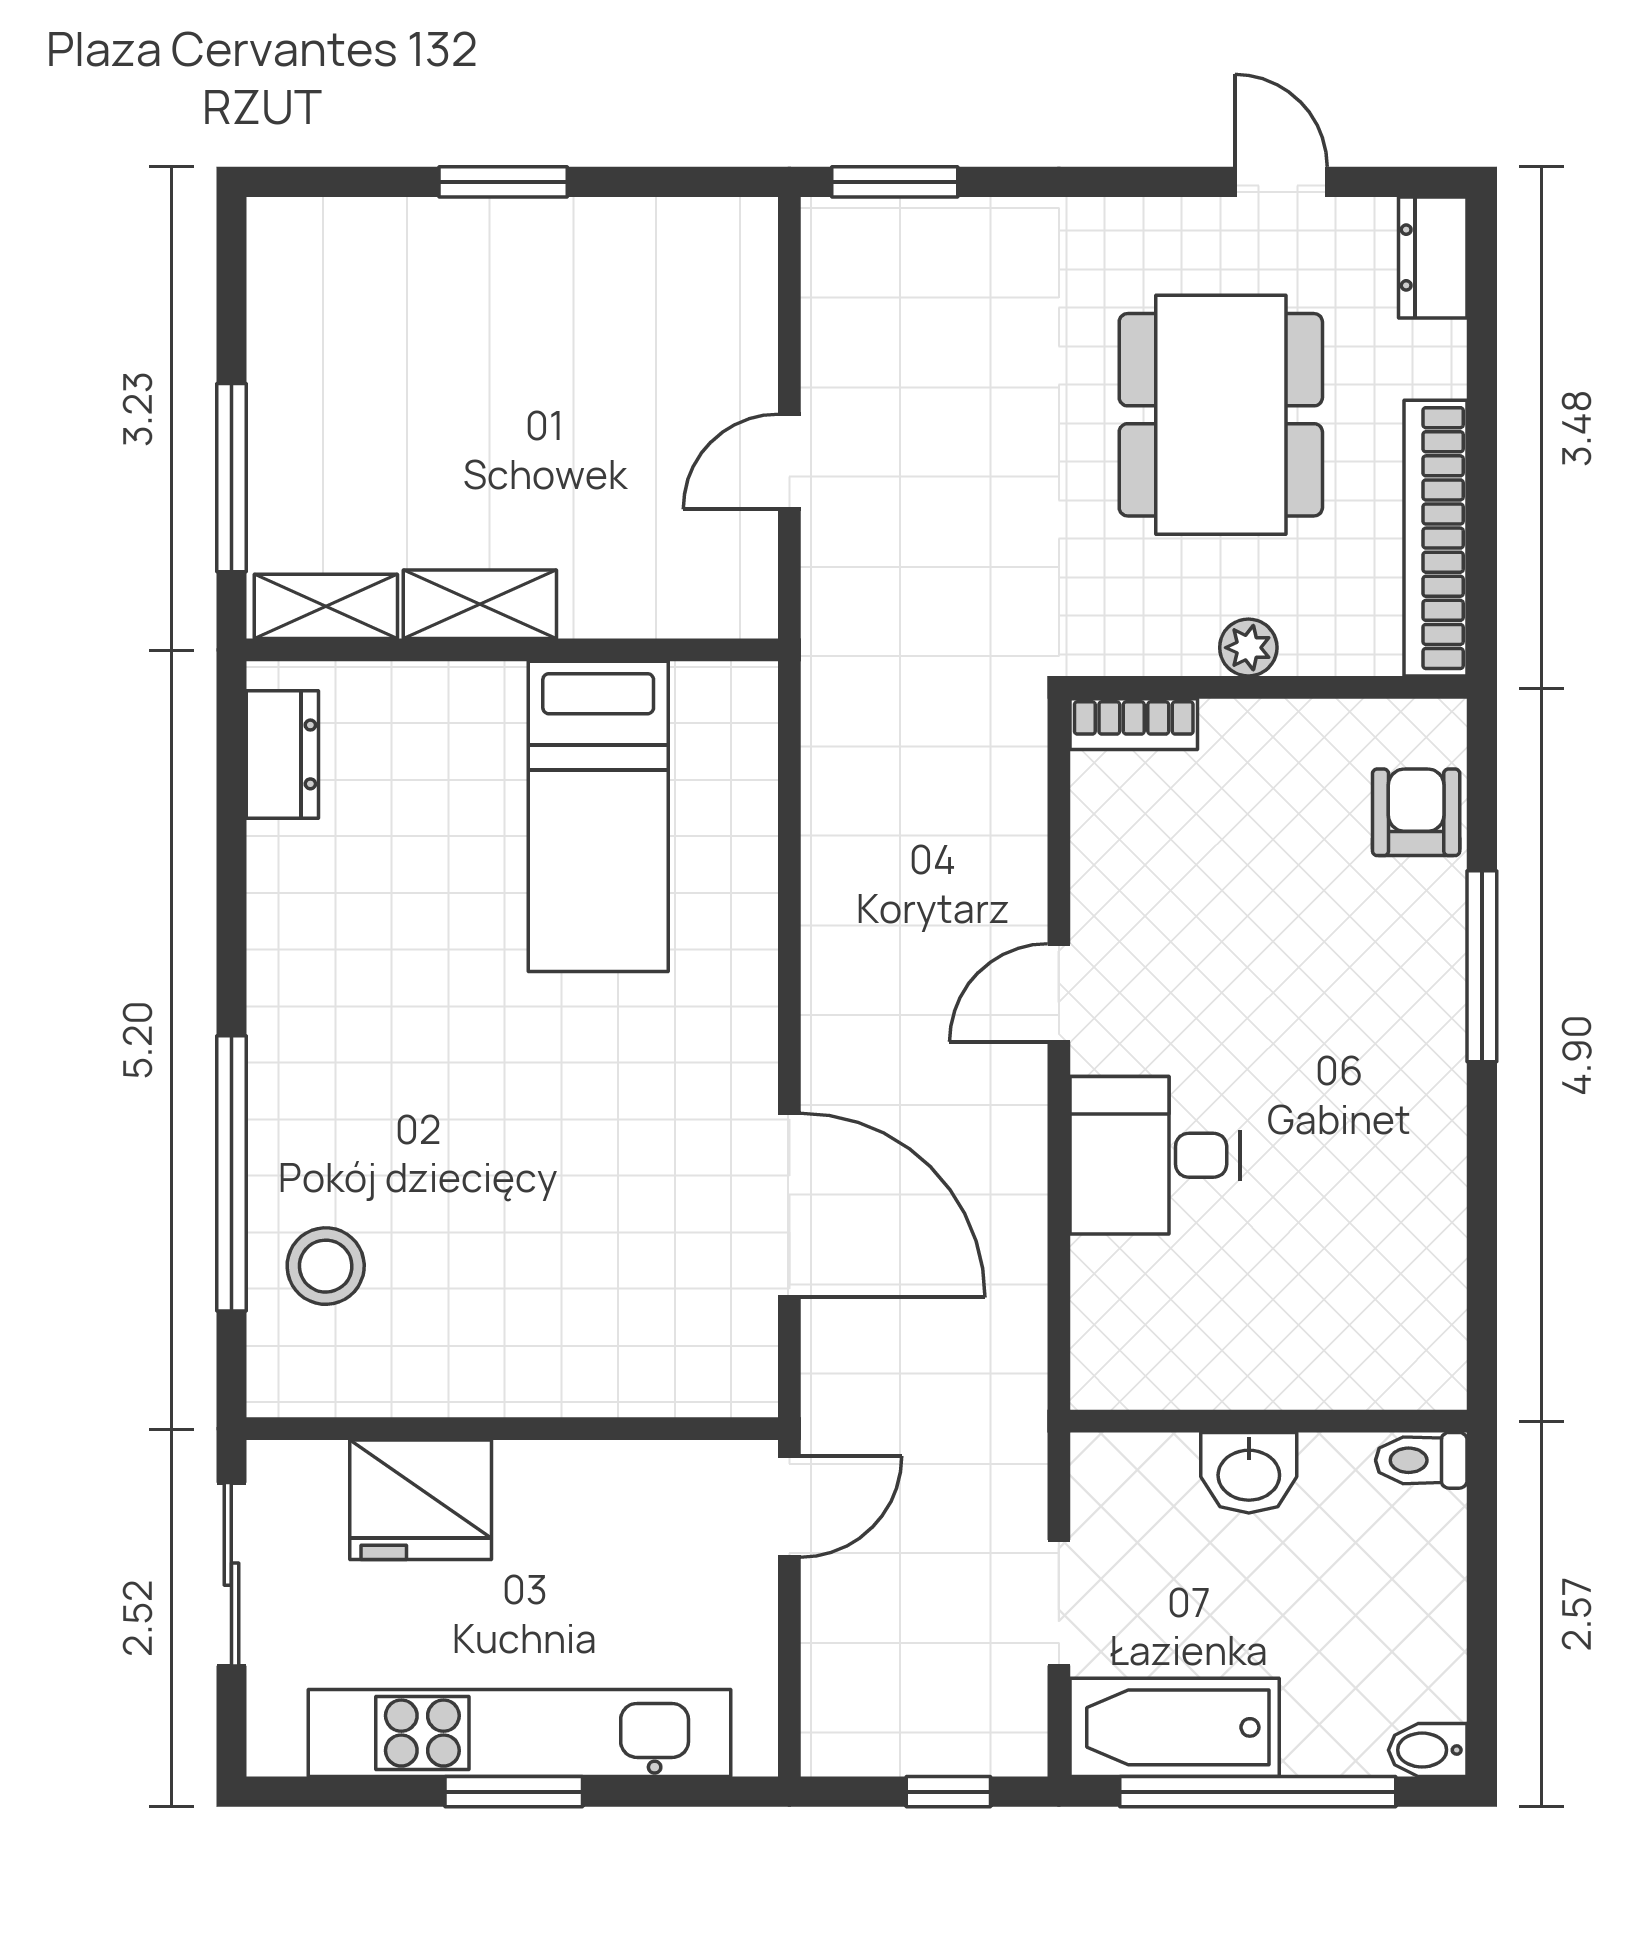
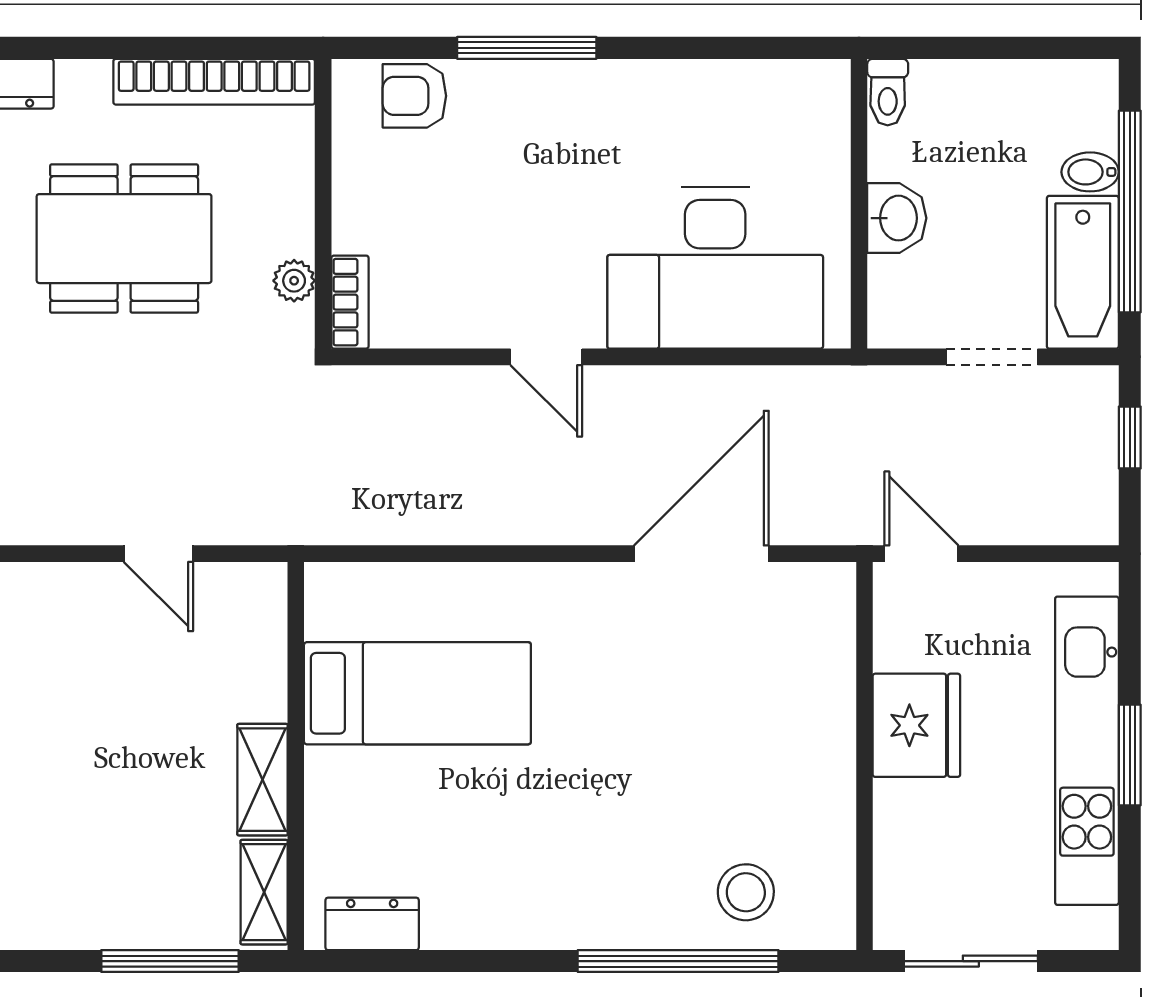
plant: (1248, 648) -> (294, 281), moved
desk: (1155, 1155) -> (715, 268), width x1.87, depth x1.30
fridge: (421, 1500) -> (916, 725), moved
bidet: (1428, 1750) -> (1090, 172), moved, turned 90

